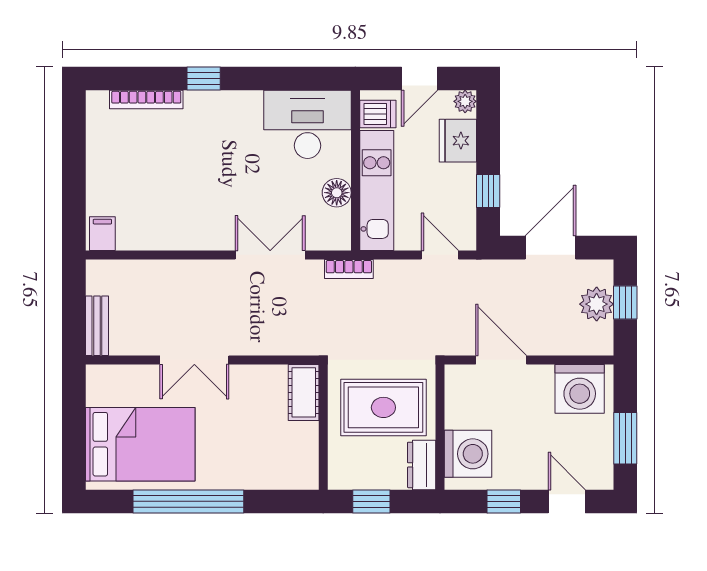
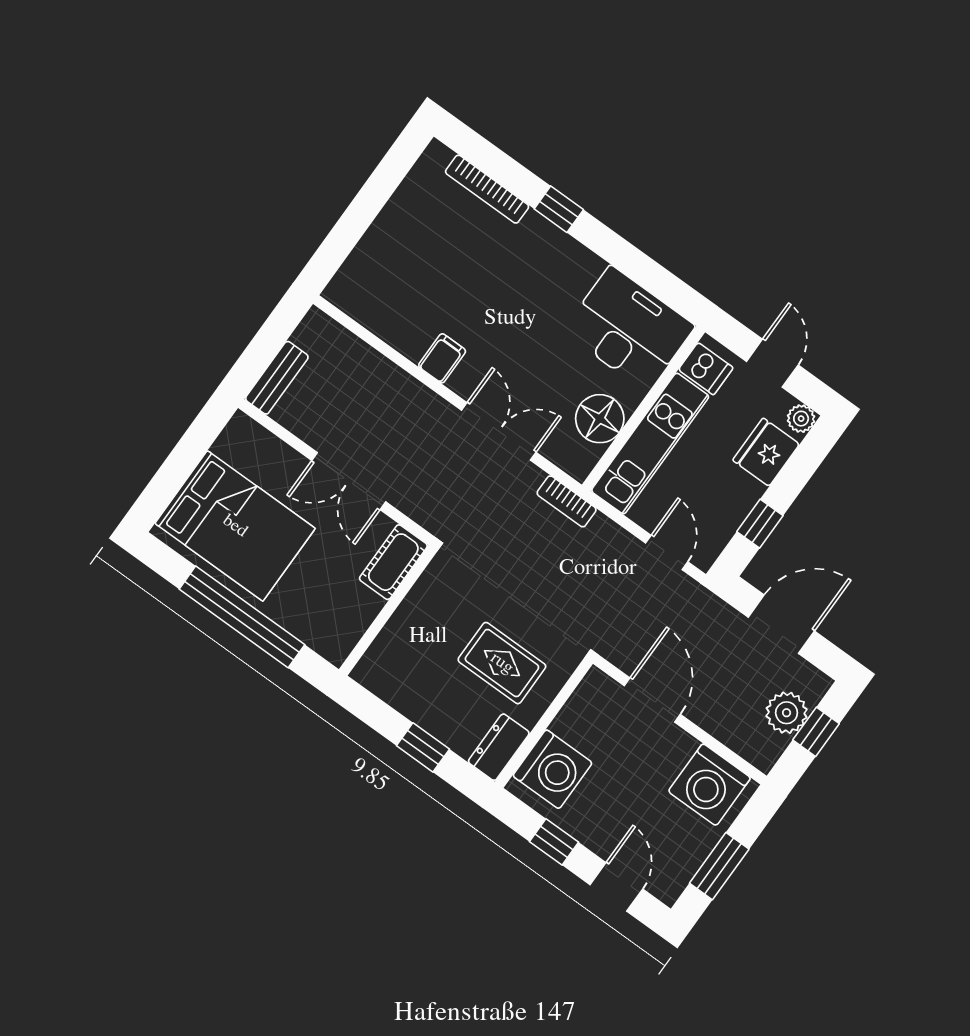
door: (419, 78) -> (772, 363), swing flipped
floor lamp: (337, 193) -> (600, 419), width x1.38, depth x1.38
filing cabinet: (102, 234) -> (442, 358), moved
cot: (304, 392) -> (393, 562), moved
rug: (383, 407) -> (502, 663), width x0.73, depth x0.70
wall: (323, 427) -> (388, 610), moved

